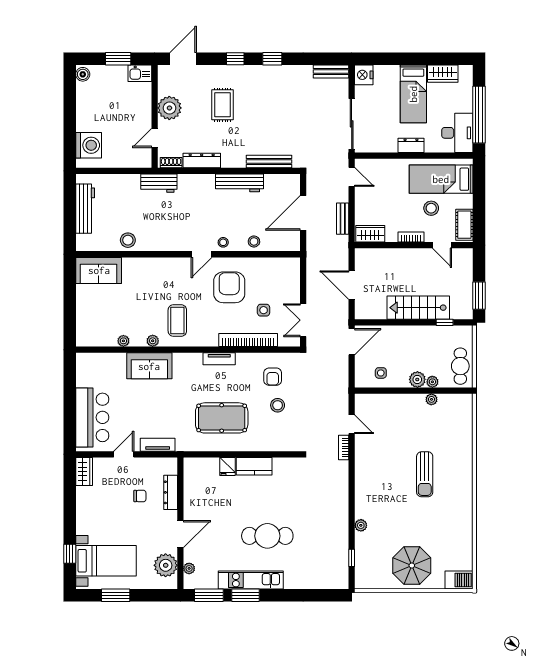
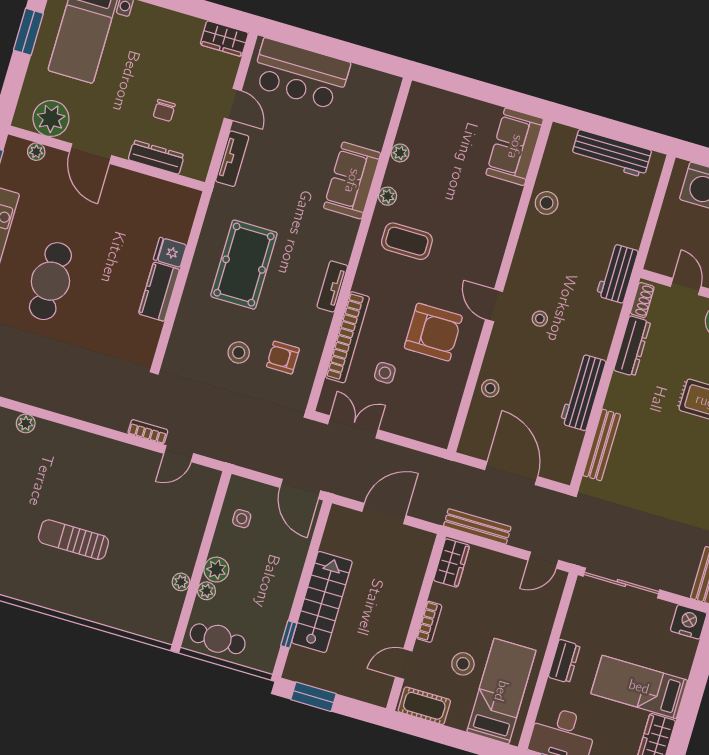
bench: (343, 219) -> (477, 526), width x1.36
stool: (223, 242) -> (540, 319), moved

